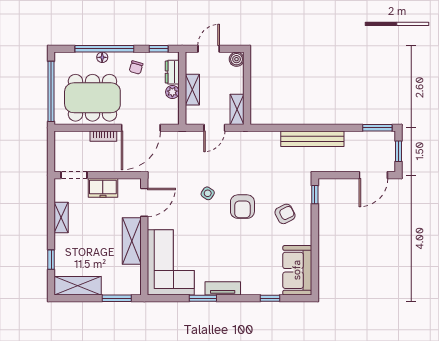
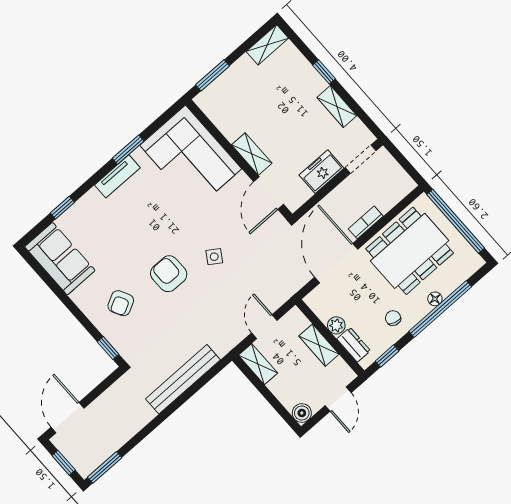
bench: (312, 139) -> (183, 379), moved
shelving: (132, 241) -> (252, 154), width x0.67, depth x0.75
window: (51, 260) -> (324, 72), moved
shelving: (78, 286) -> (267, 45), width x0.67, depth x0.75

